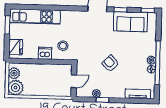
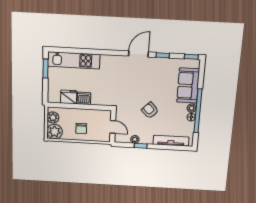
sofa: (130, 22) -> (188, 86), moved, turned 90
stool: (63, 46) -> (102, 91), removed
fridge: (16, 47) -> (69, 97), moved, turned -90
door: (74, 81) -> (113, 127), hinge flipped
chair: (42, 84) -> (81, 128), added
tv unit: (138, 94) -> (171, 141), width x1.41

